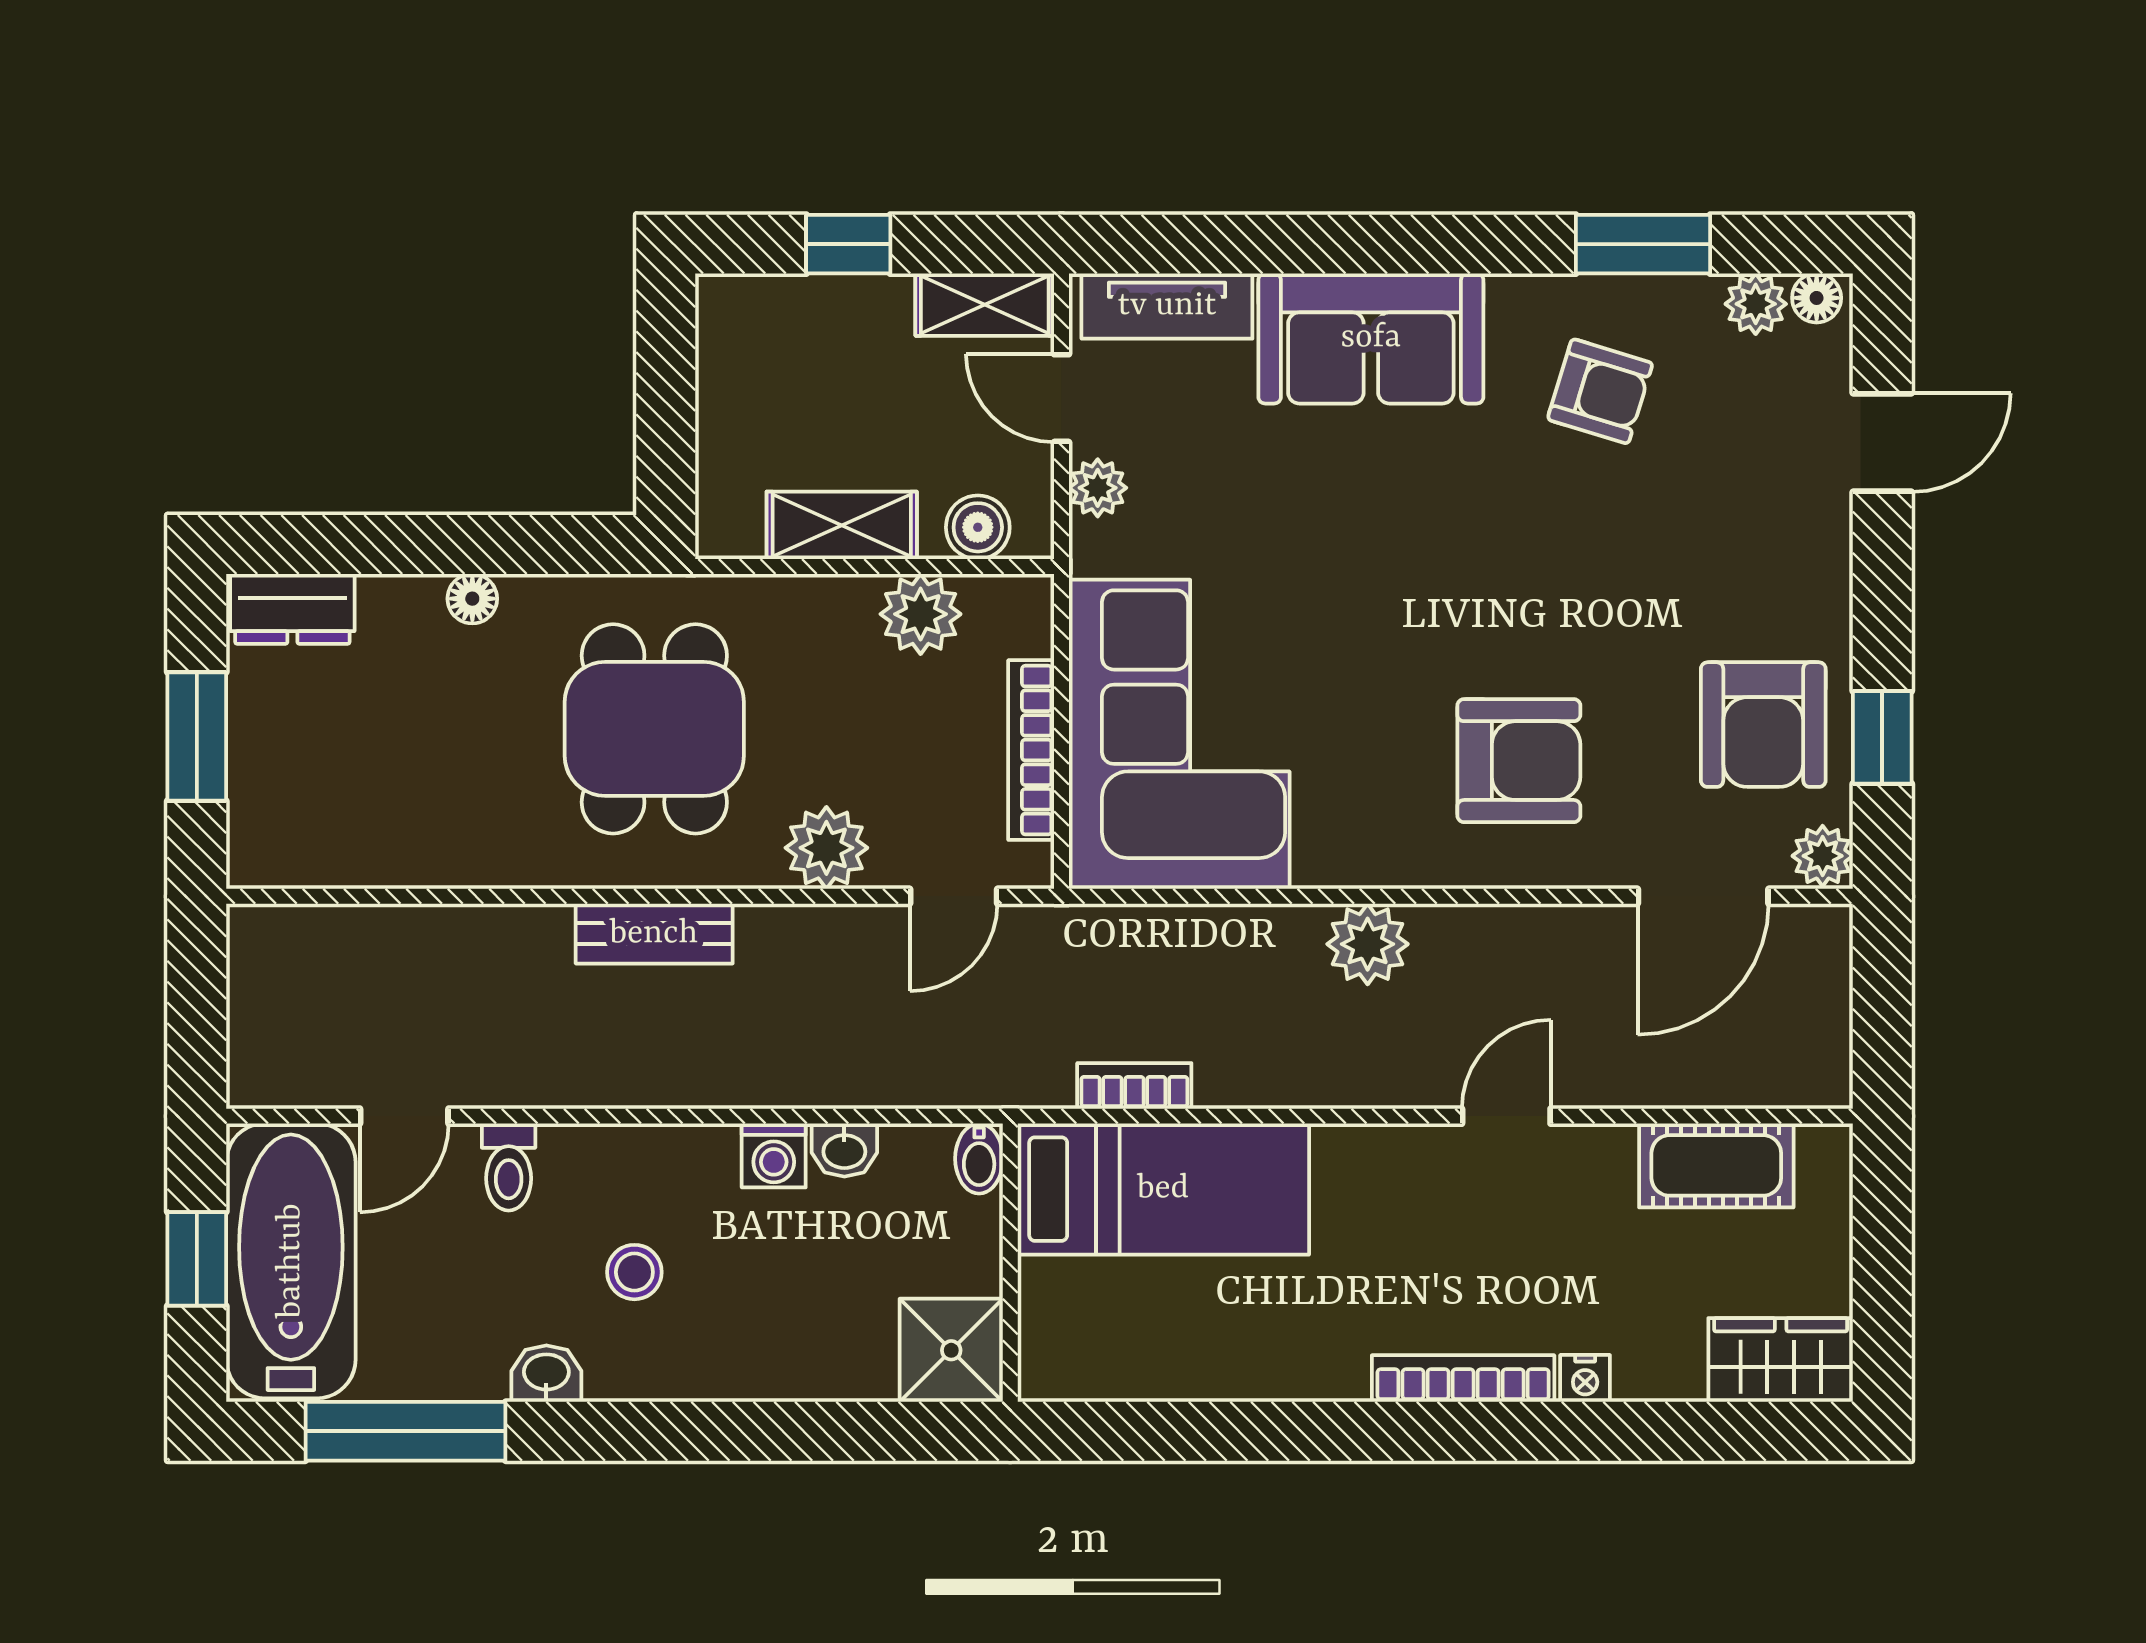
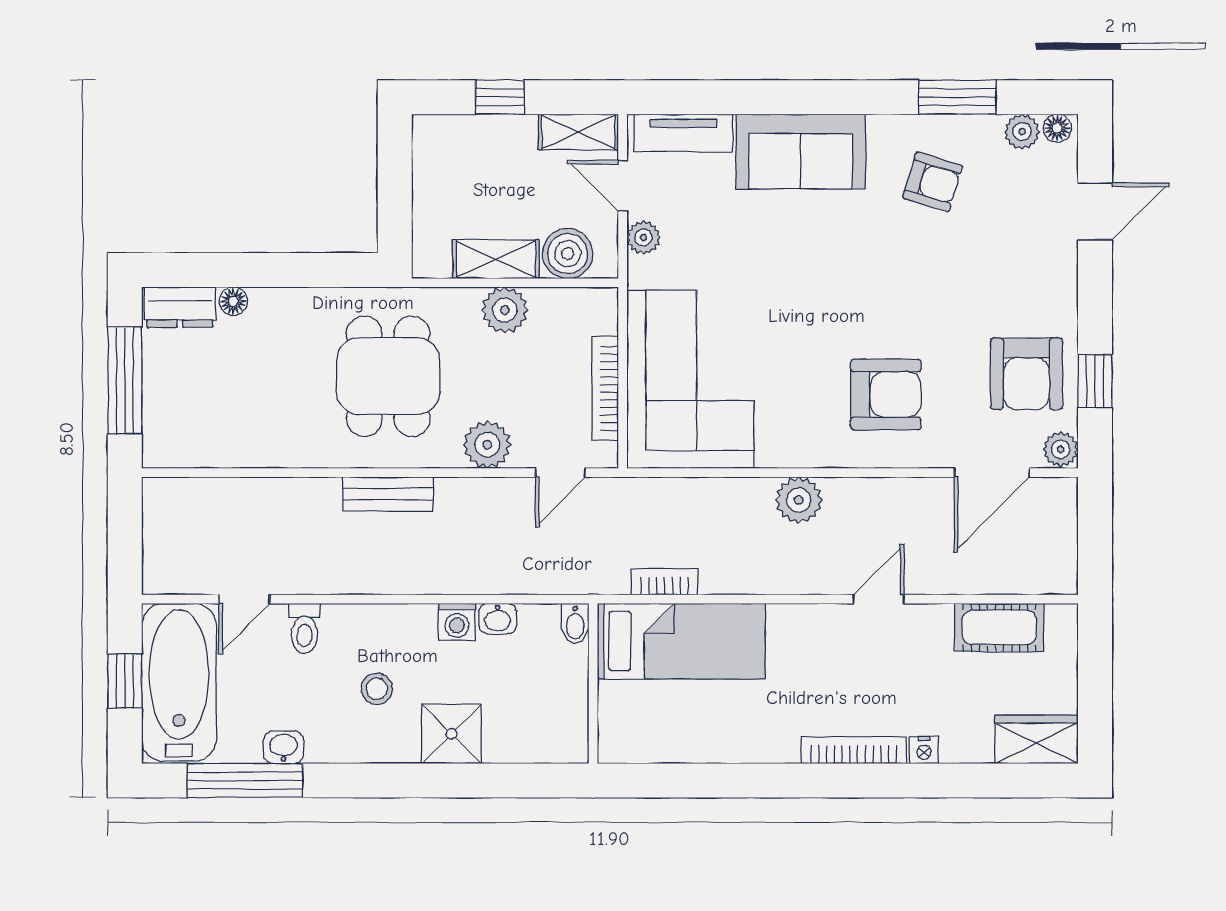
boiler: (978, 527) -> (568, 253), width x1.36, depth x1.36
floor lamp: (472, 599) -> (233, 301), moved
plant: (921, 614) -> (505, 310), moved
window: (197, 737) -> (125, 381), width x1.44
shower: (951, 1350) -> (452, 734), moved
washbasin: (546, 1374) -> (283, 747), moved

